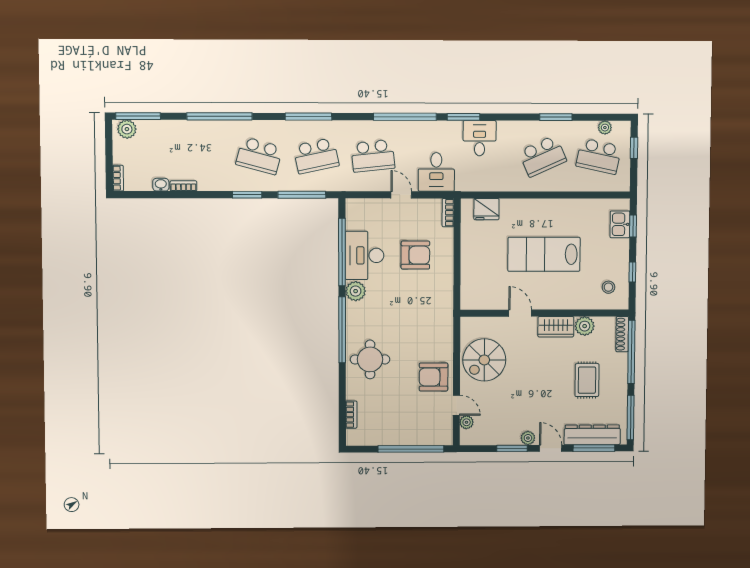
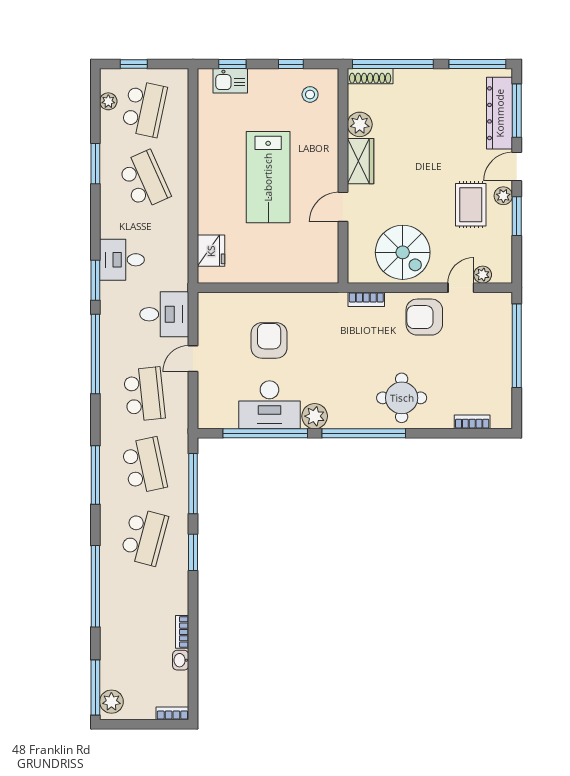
bookcase: (448, 213) -> (366, 299), moved
armchair: (434, 377) -> (424, 317), turned 90
rug: (587, 380) -> (471, 205), moved, turned 90

